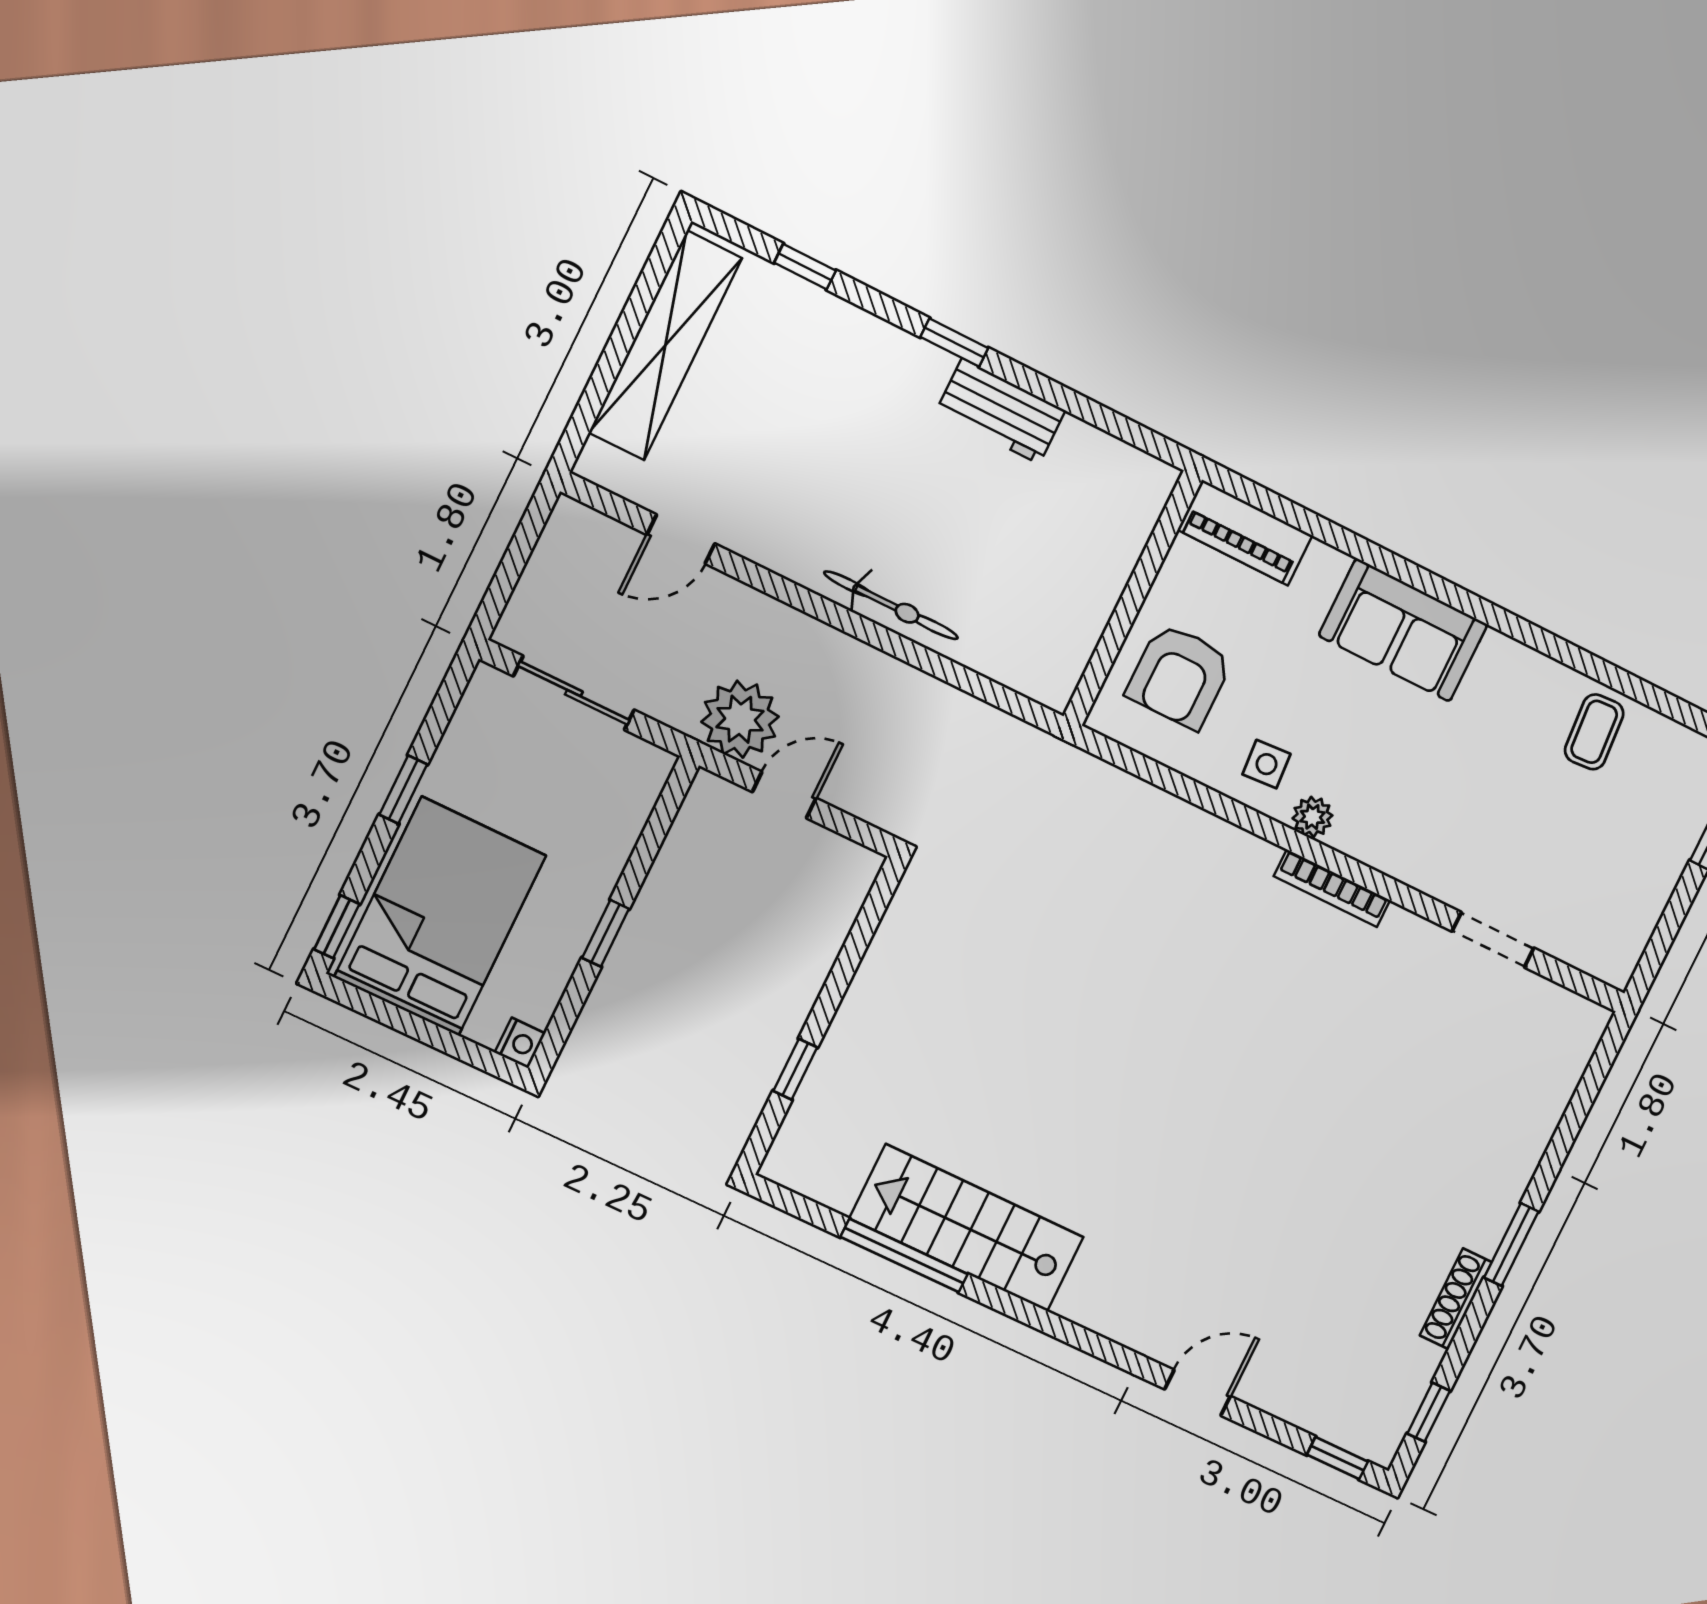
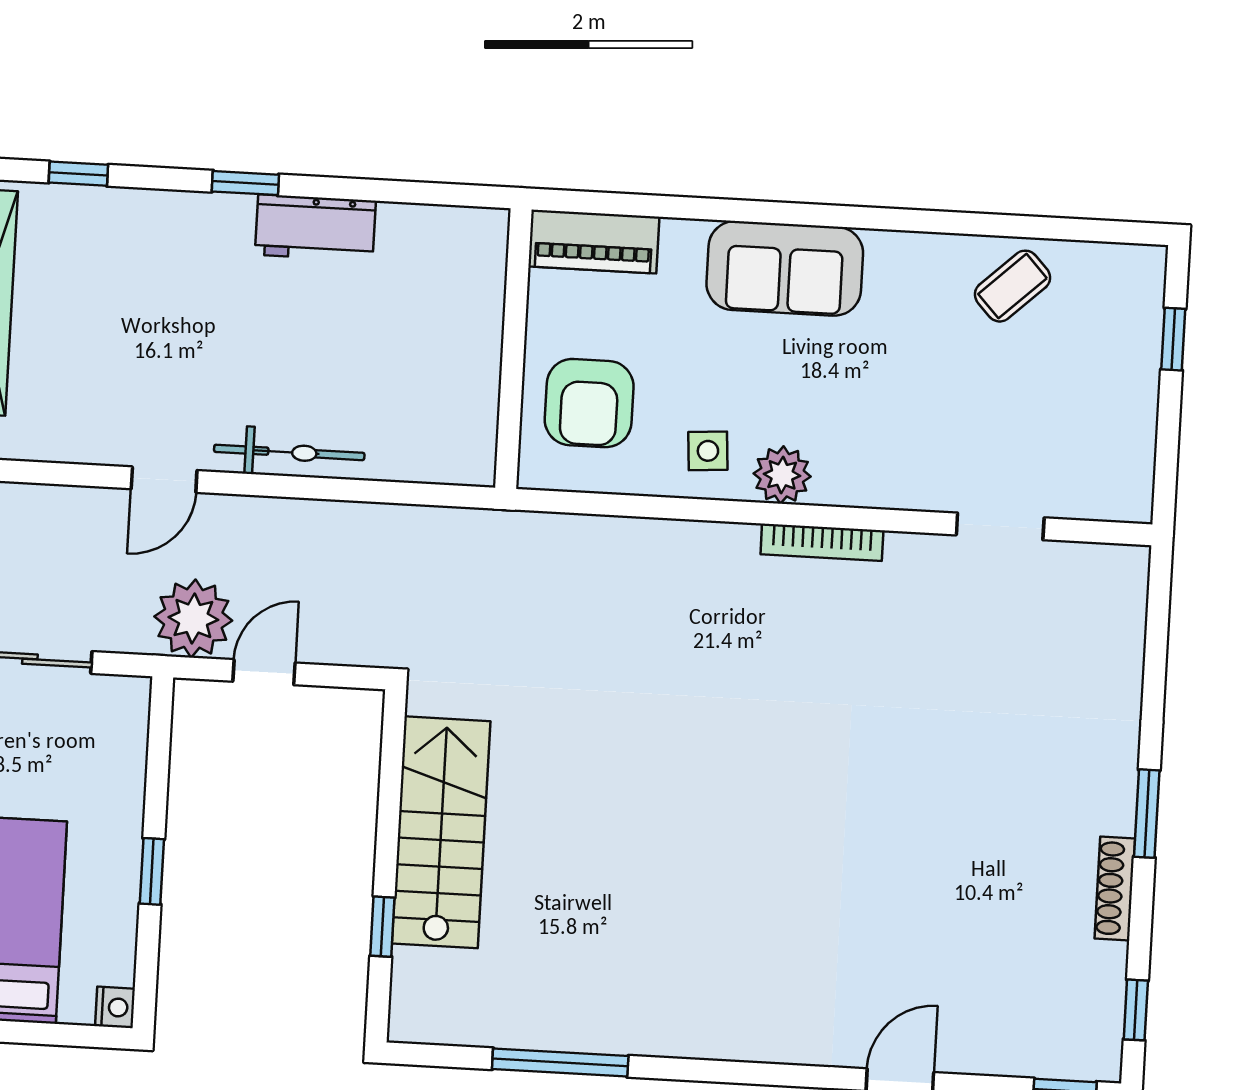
door: (681, 539) -> (164, 480), moved
coffee table: (1594, 732) -> (1013, 286), turned 51
plant: (1312, 817) -> (782, 475), width x1.38, depth x1.38
stairs: (967, 1228) -> (441, 832), moved, turned 90

